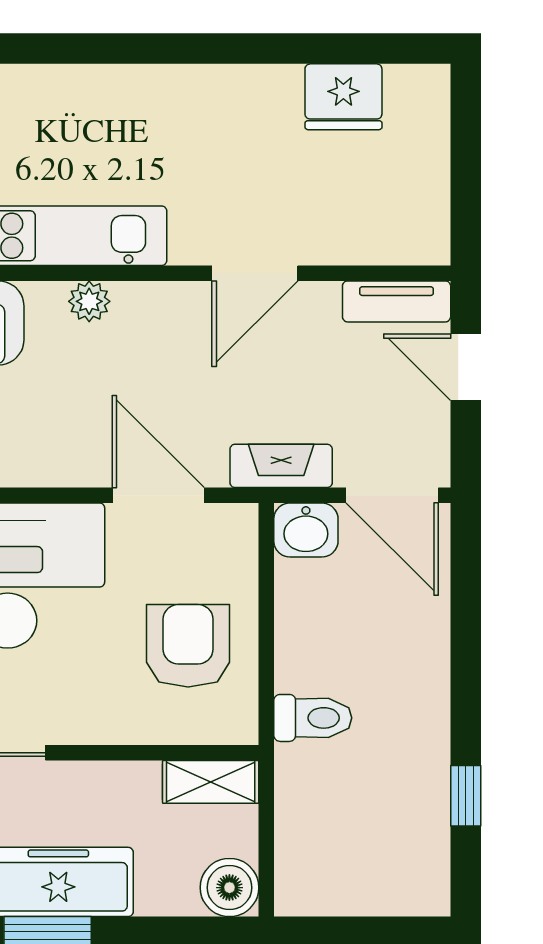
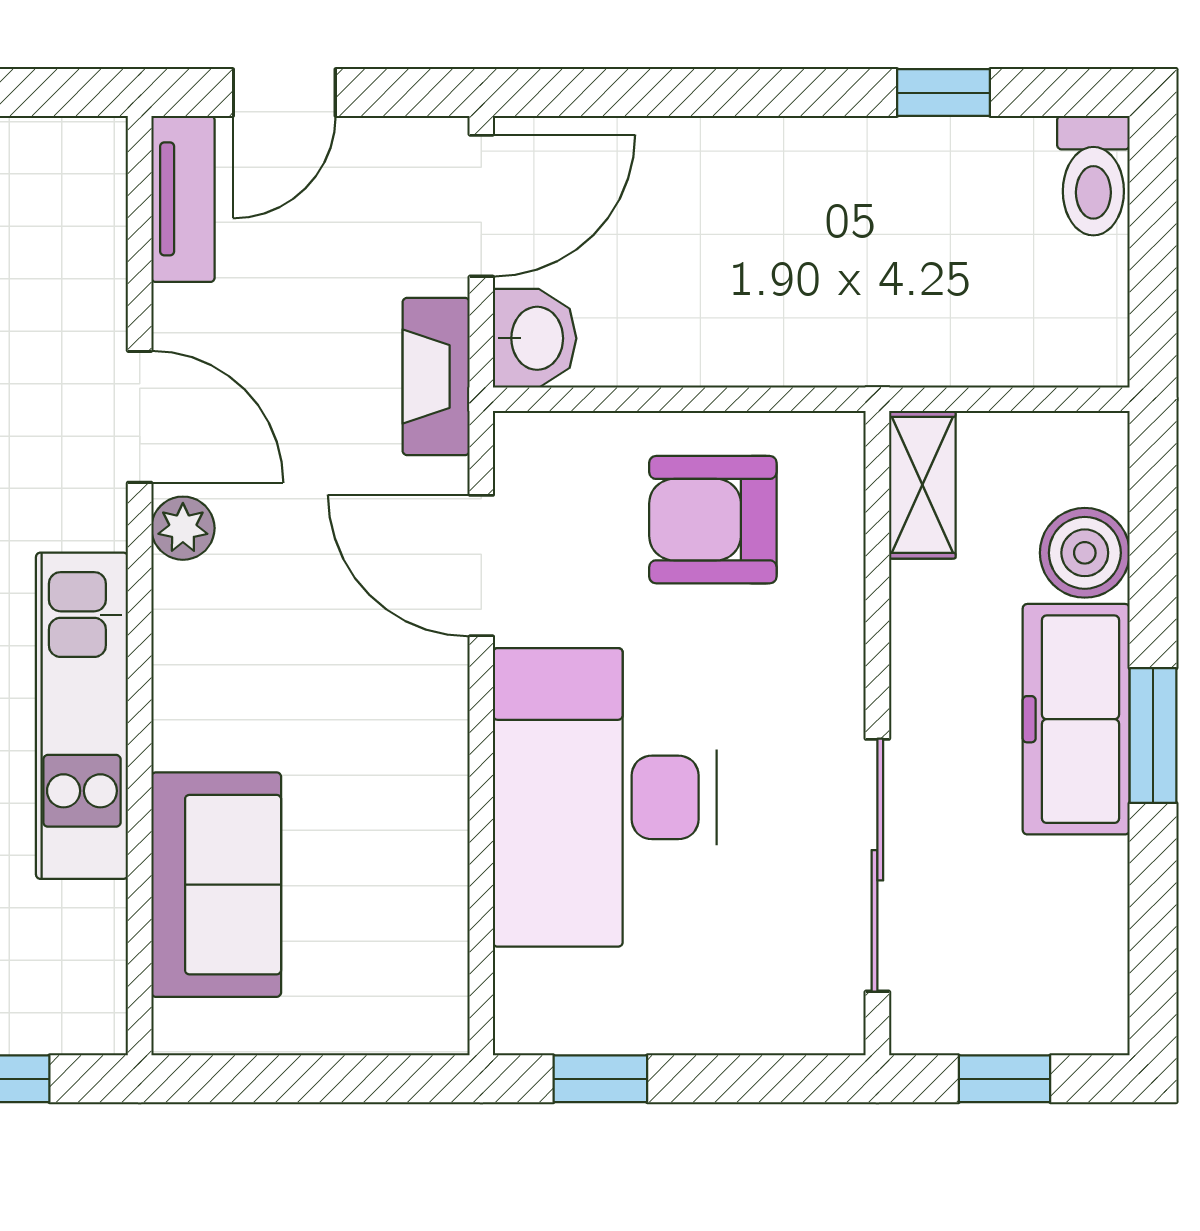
plant: (89, 301) -> (183, 528), moved
door: (158, 495) -> (481, 566), hinge flipped
toilet: (313, 718) -> (1093, 176), moved, turned 180
boiler: (229, 888) -> (1085, 553), moved

